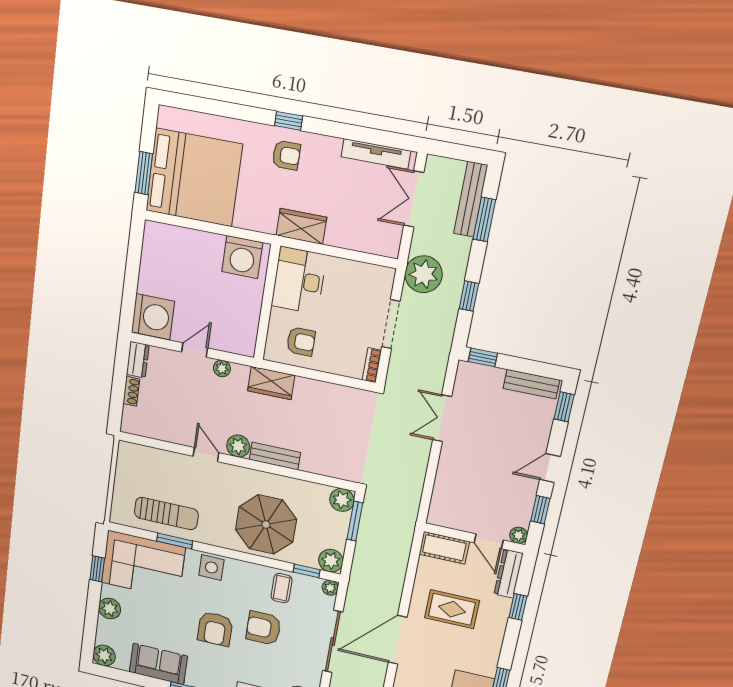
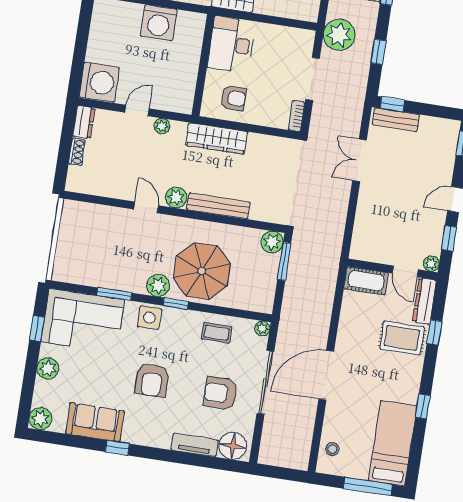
washing machine: (242, 257) -> (159, 23), moved
wardrobe: (271, 383) -> (217, 139), width x1.50
bench: (531, 384) -> (396, 120), moved
bench: (275, 456) -> (218, 206), width x1.36
sun lounger: (166, 514) -> (107, 267), removed
plant: (331, 561) -> (158, 285), moved
window: (307, 571) -> (176, 304), moved
coffee table: (282, 588) -> (216, 333), turned 90
rug: (452, 609) -> (402, 338), moved
armchair: (263, 628) -> (220, 393), moved

